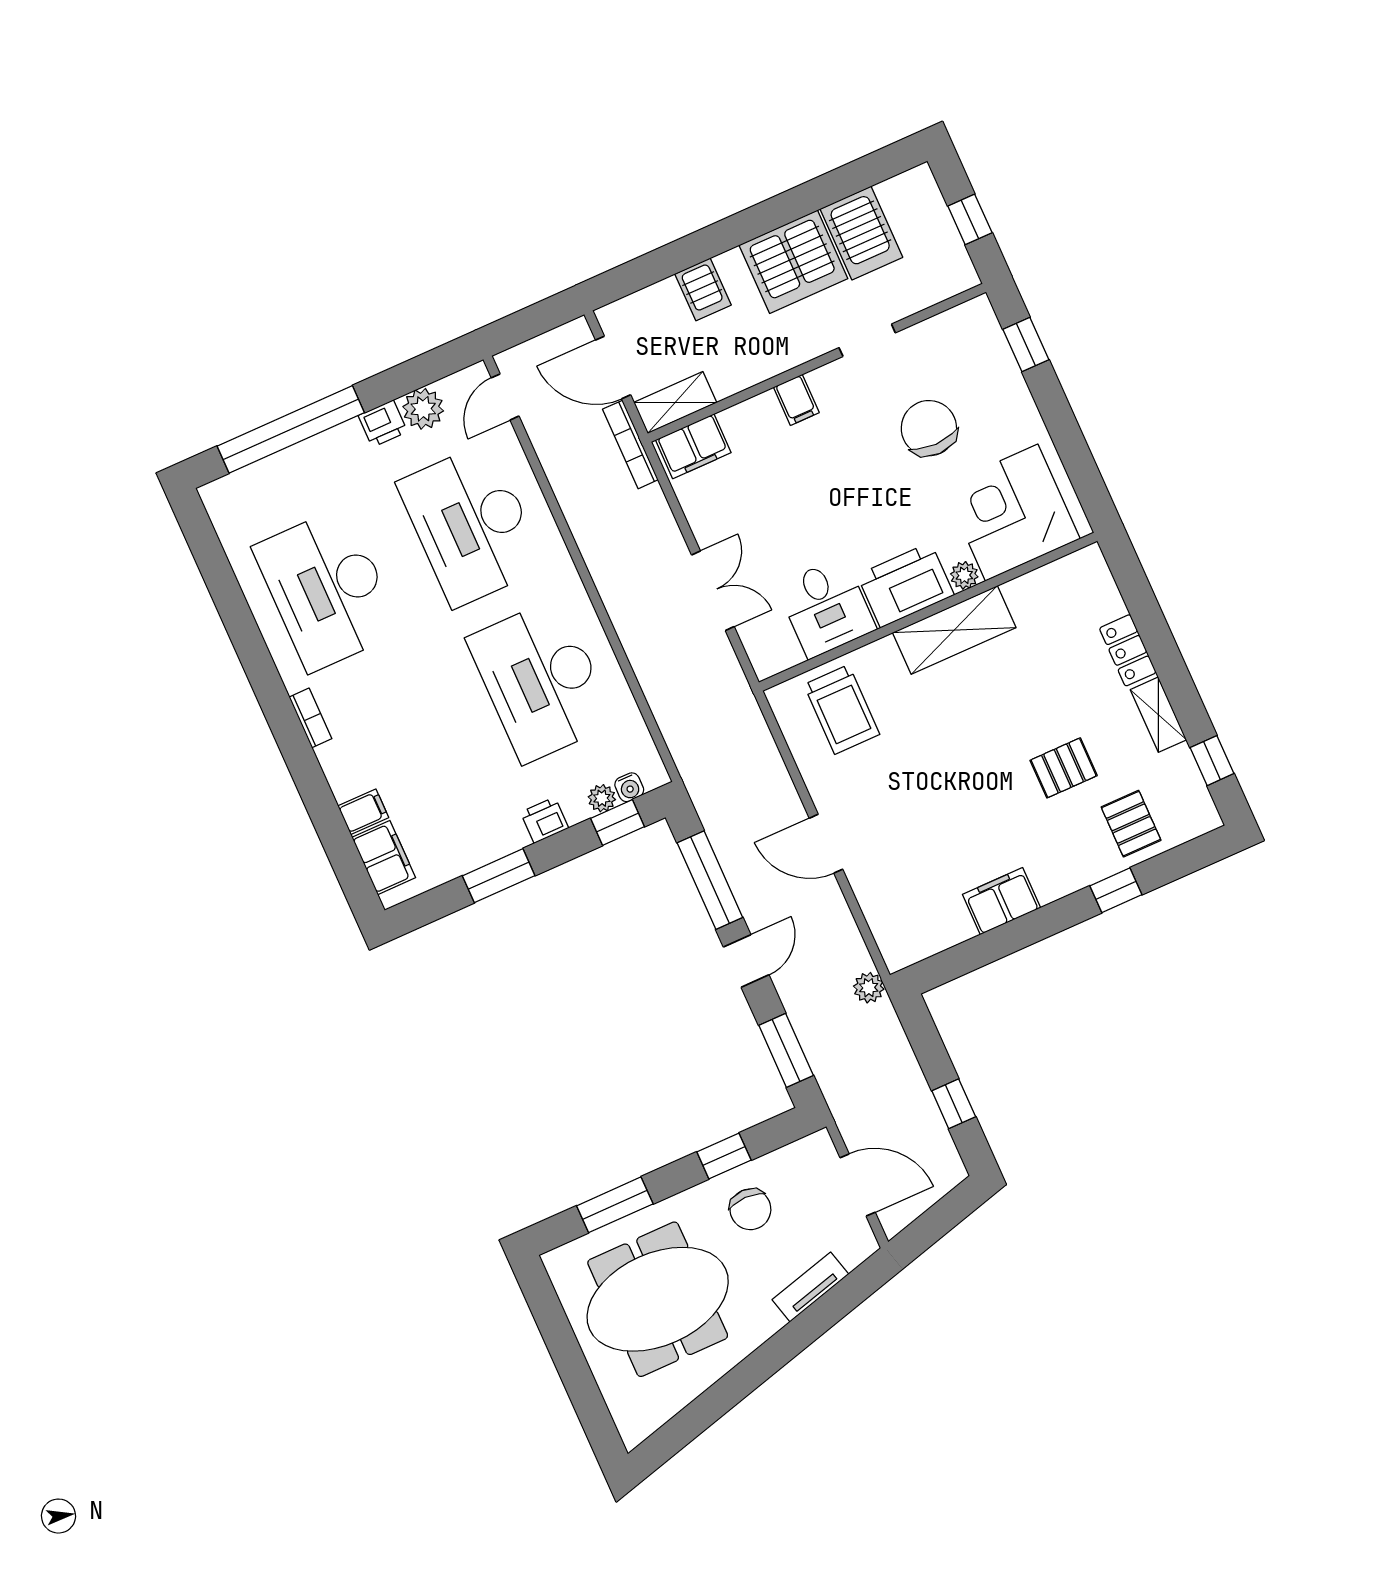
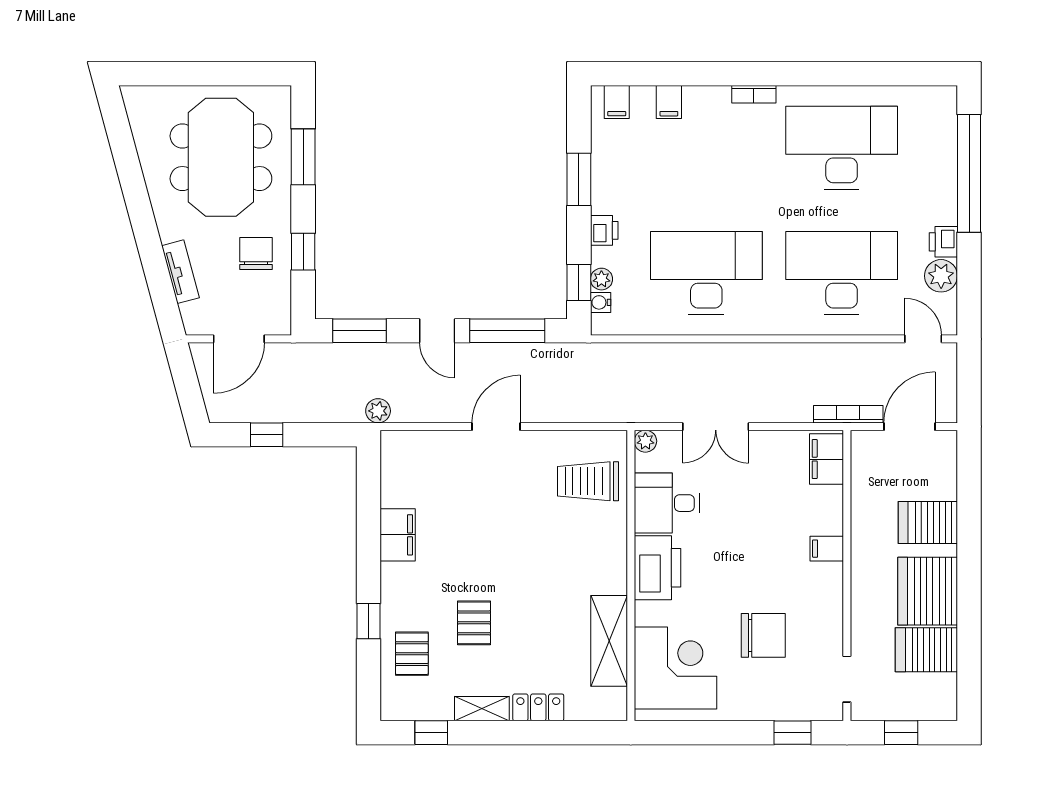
server rack: (703, 289) -> (928, 522), width x1.36, depth x1.44
doorway: (867, 340) -> (847, 679), moved
shelving: (675, 403) -> (864, 460), removed
plant: (964, 575) -> (645, 441), moved
shelving: (954, 630) -> (609, 641), moved
pallet: (1131, 824) -> (412, 654), turned 90
filing cabinet: (384, 858) -> (617, 102), width x0.50
chair: (750, 1209) -> (256, 253), turned 90

